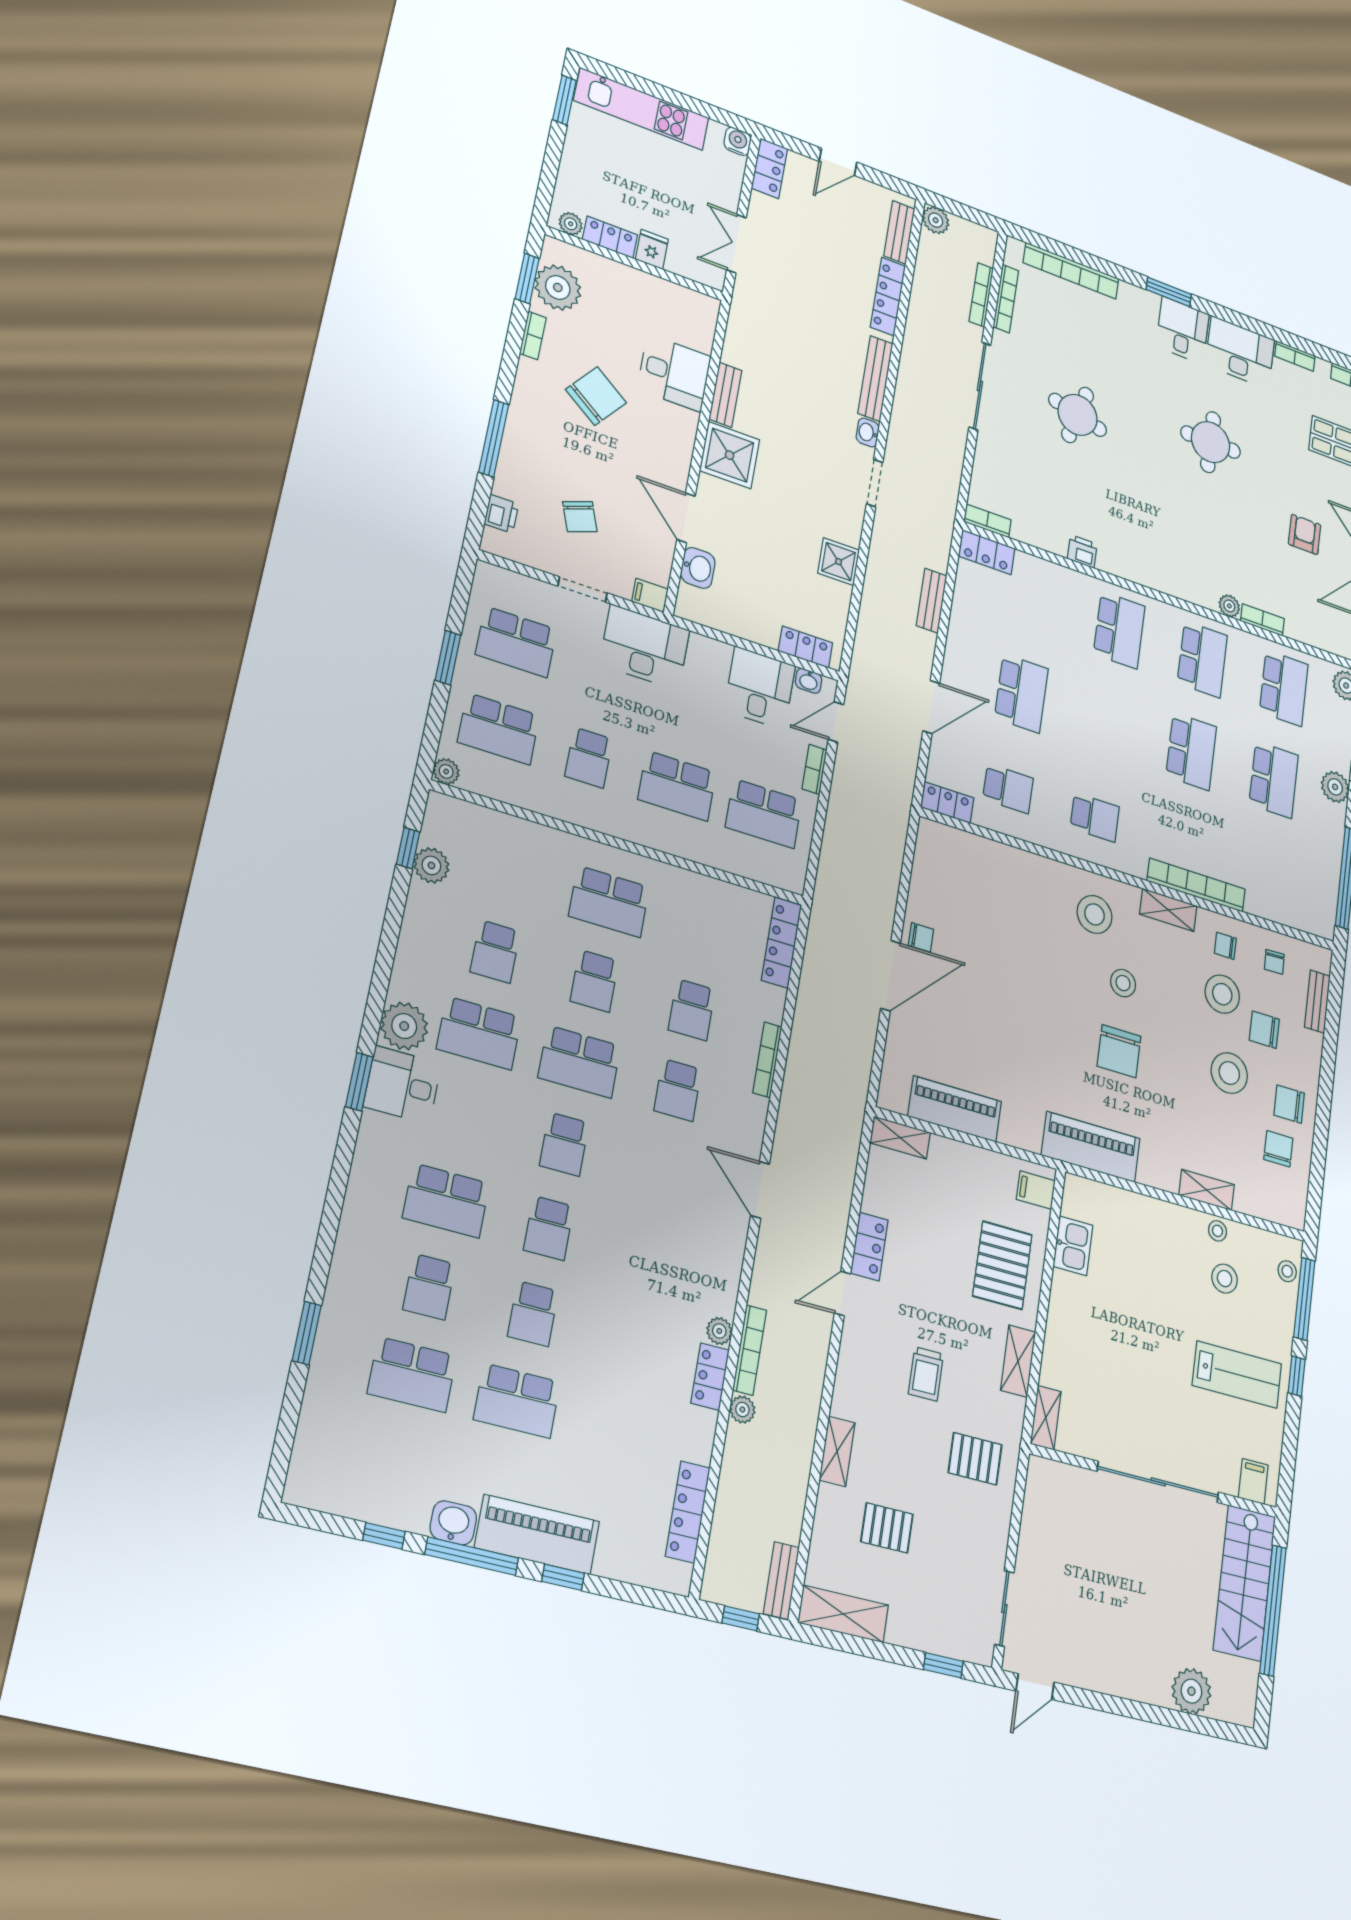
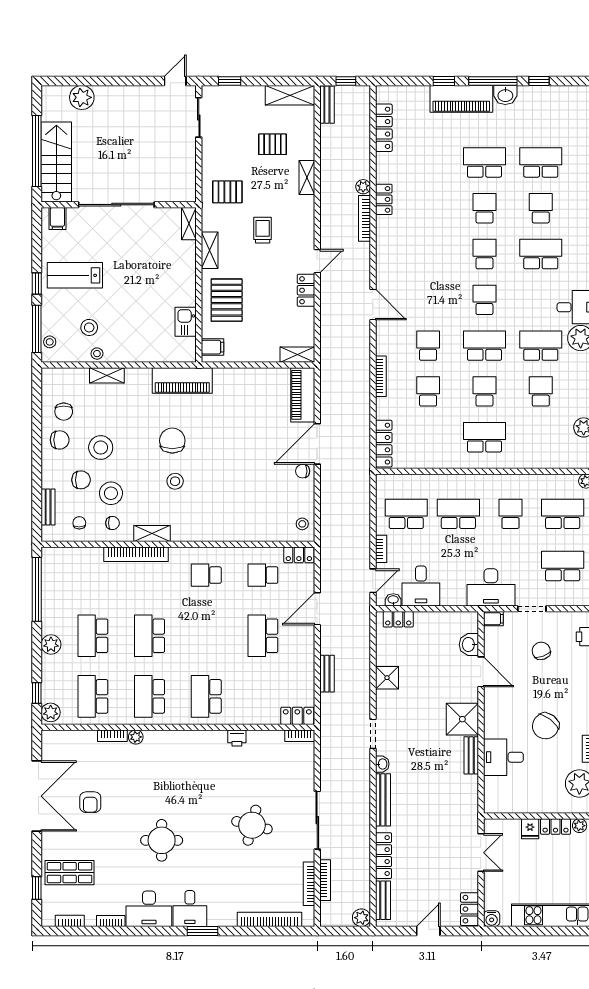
stool: (1094, 914) -> (302, 524), moved, width x0.53, depth x0.53
piano: (955, 1109) -> (303, 395), moved, turned 90
plant: (719, 1331) -> (383, 224), removed

